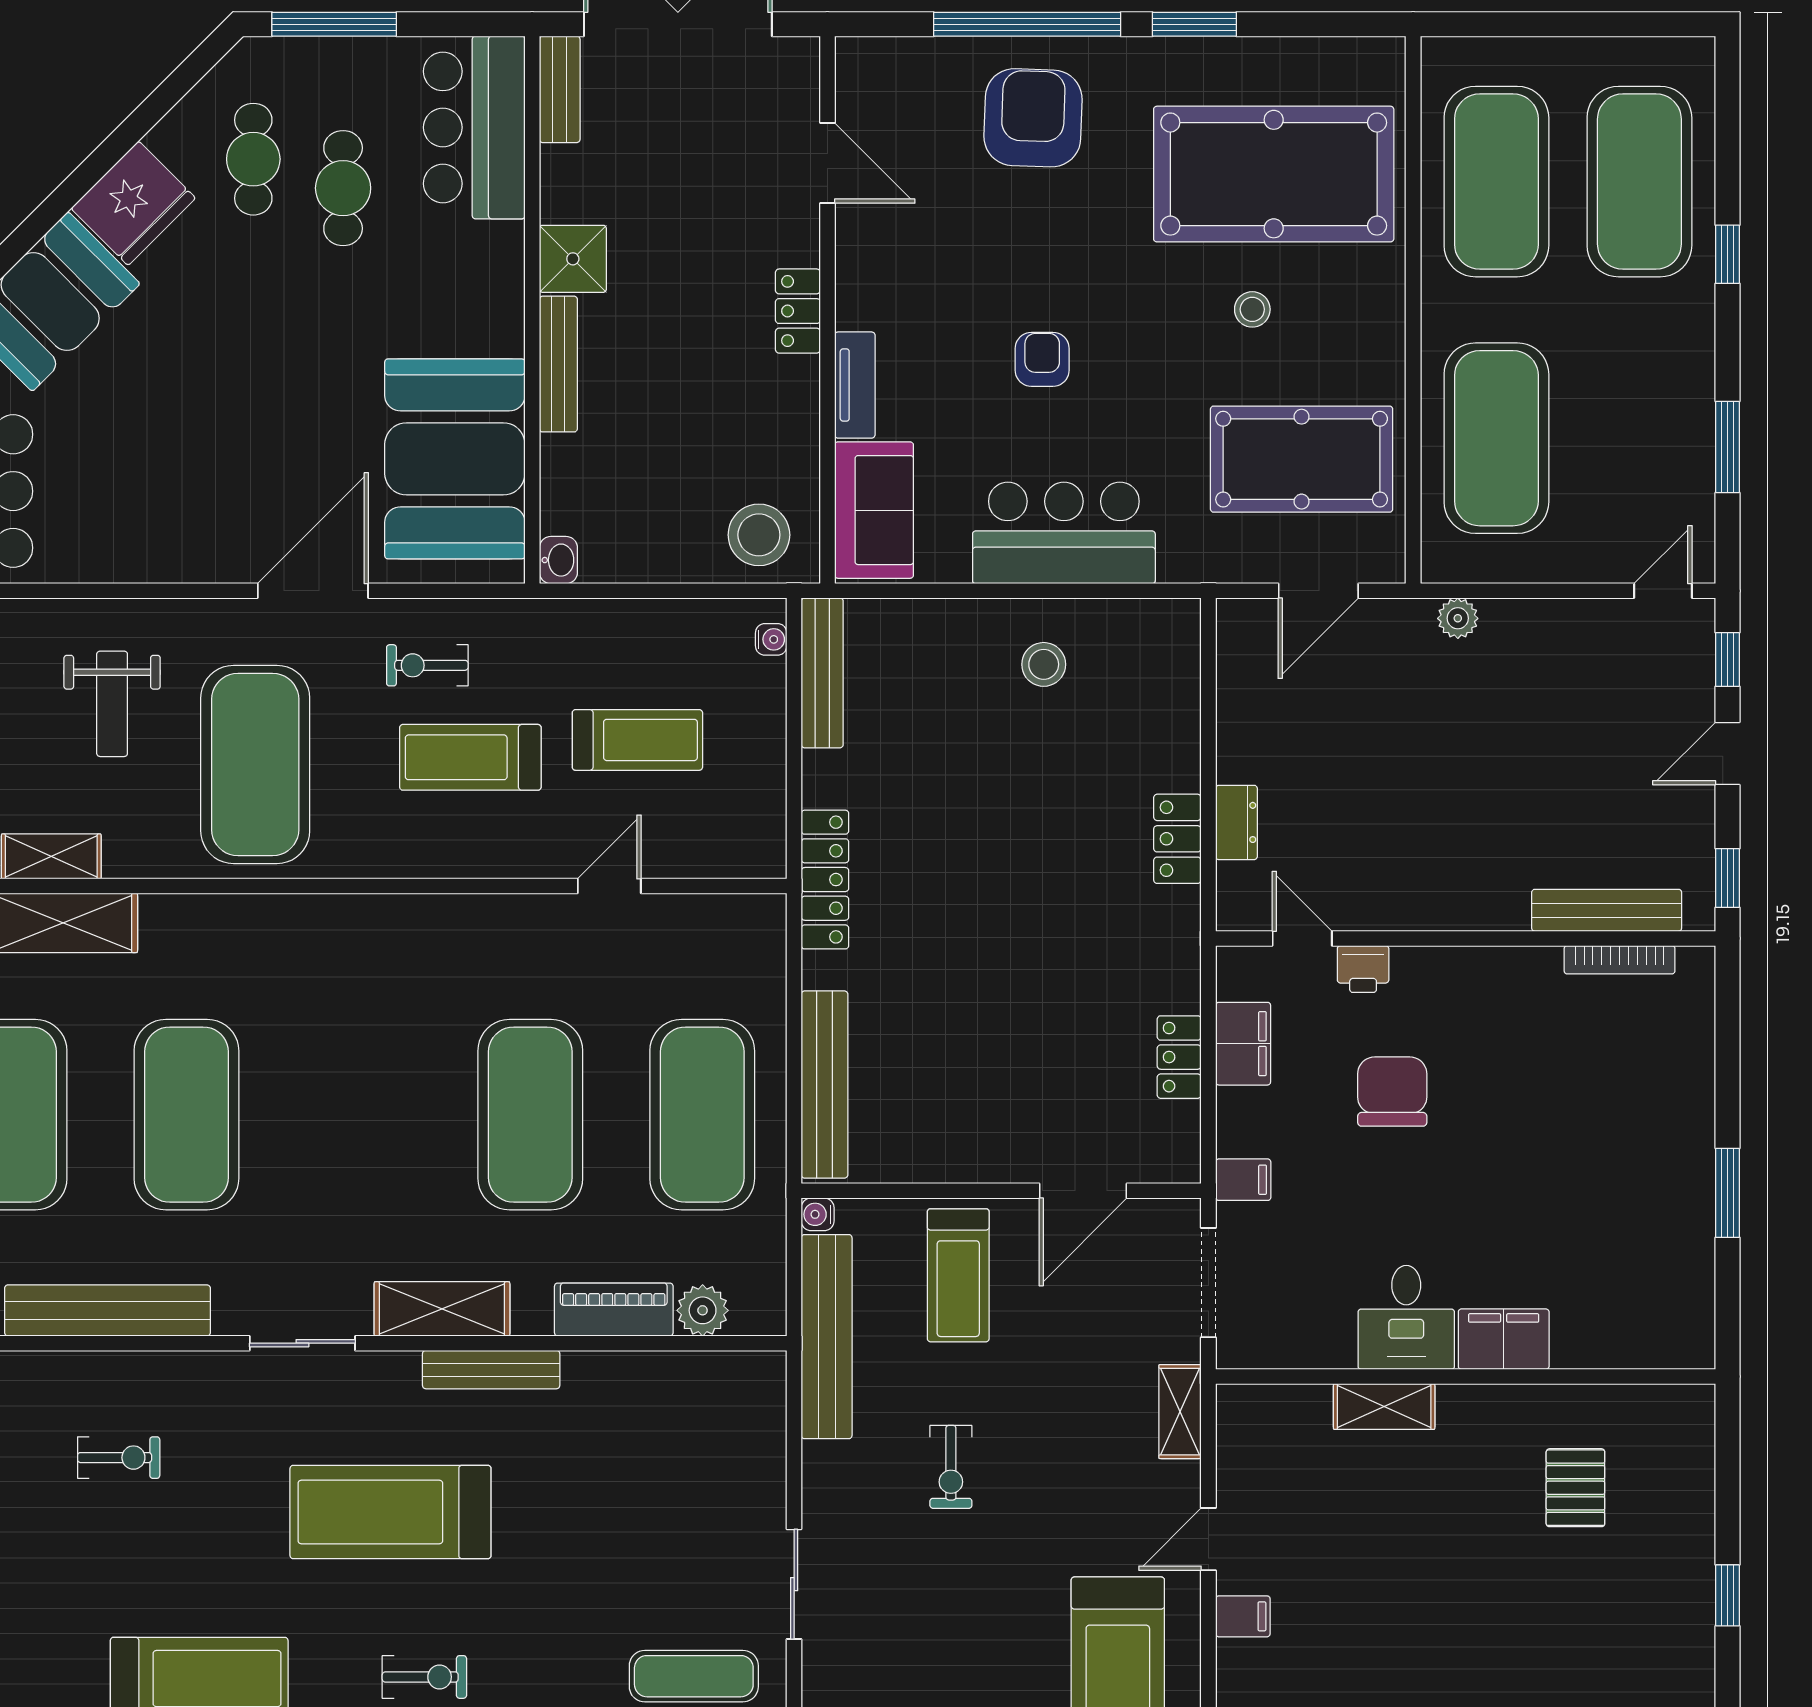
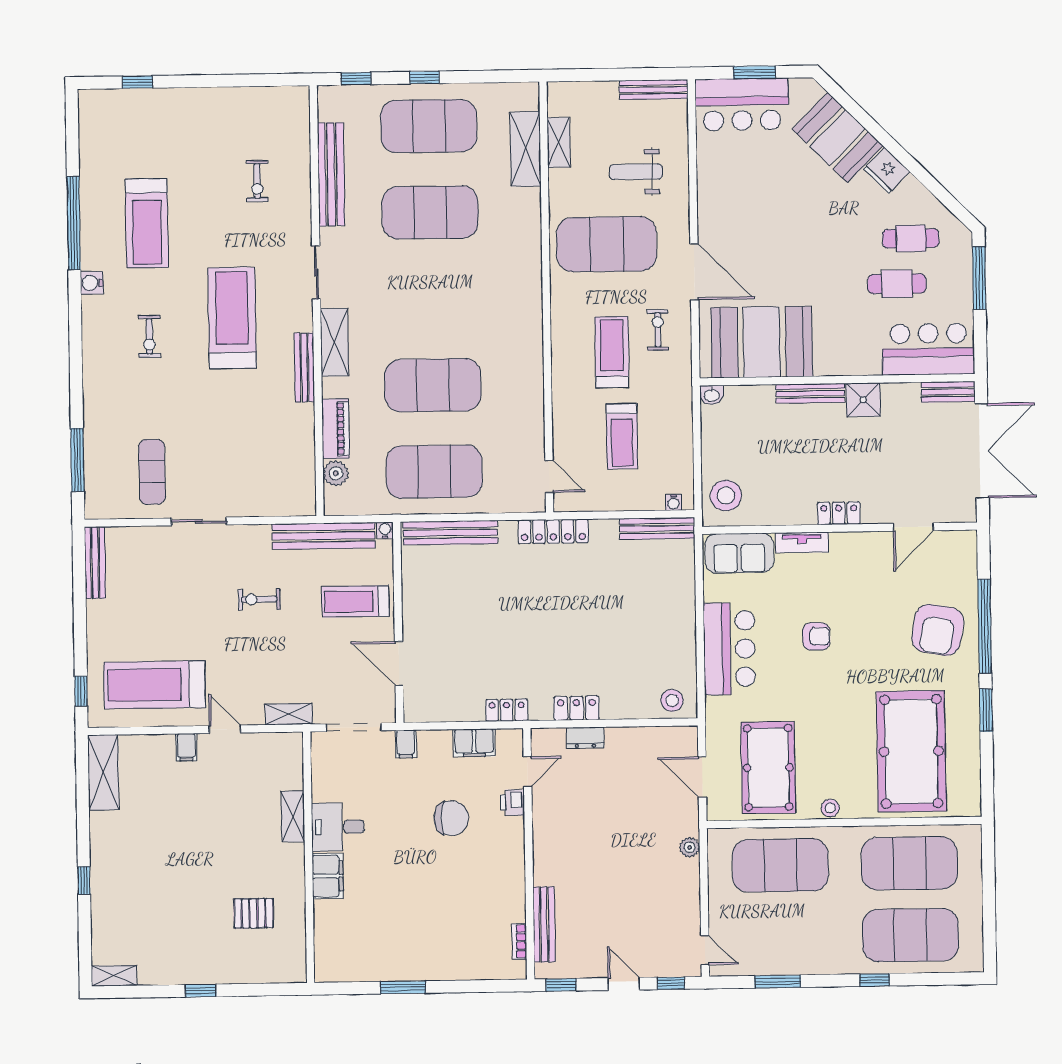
armchair: (1033, 118) -> (938, 630), turned 98
fridge: (133, 203) -> (887, 170), width x0.73, depth x0.75
stool: (1252, 309) -> (830, 808), moved
stool: (1044, 664) -> (672, 700), moved
door: (609, 886) -> (549, 476), moved
bookcase: (1620, 960) -> (519, 941), width x0.64
locker: (1179, 1057) -> (507, 710), moved

